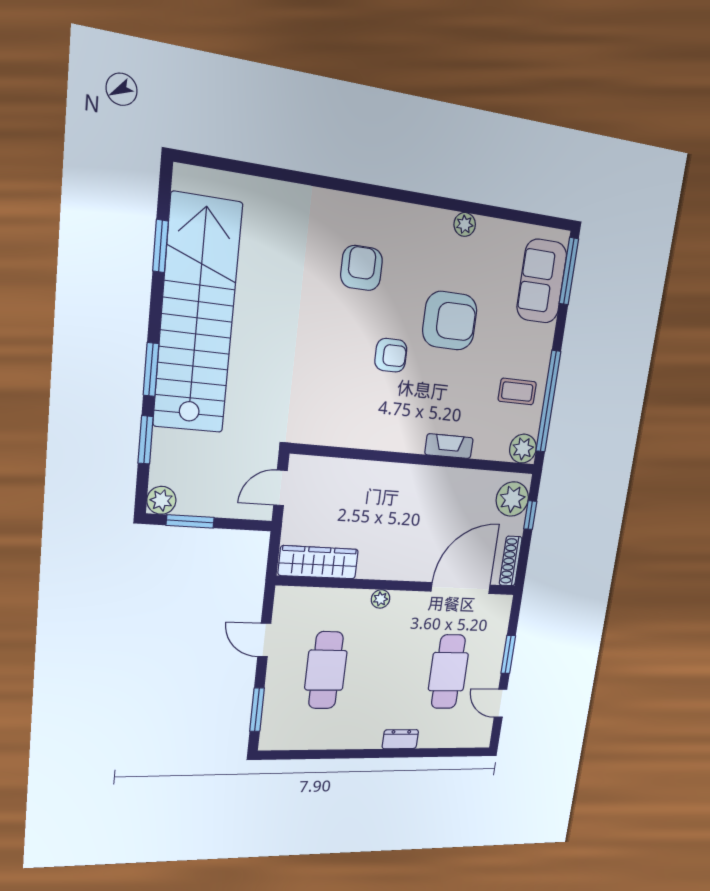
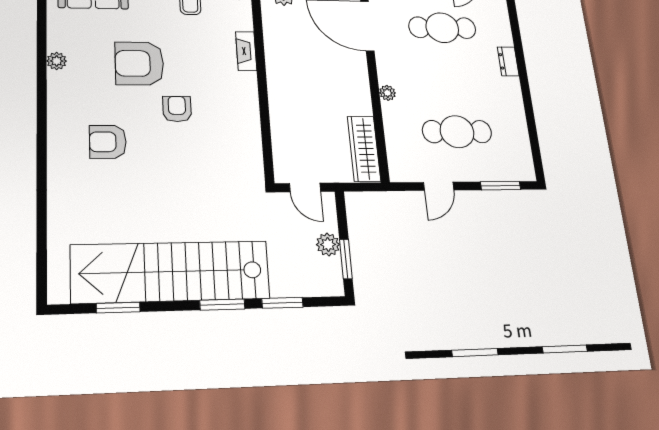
armchair: (450, 321) -> (139, 63), turned -90
plant: (161, 500) -> (328, 244), moved

